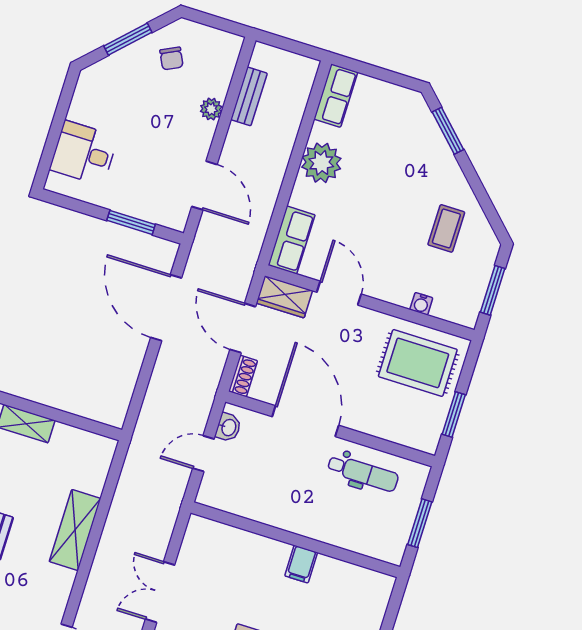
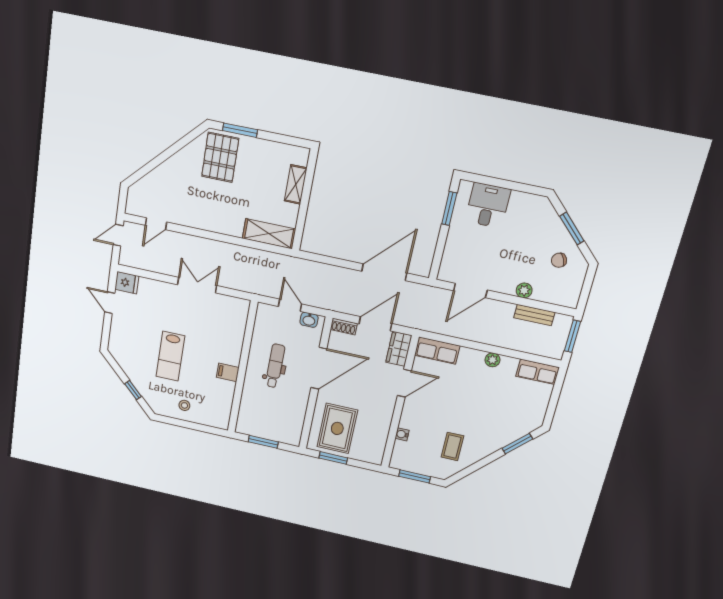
window: (285, 44) -> (572, 336), added
plant: (321, 163) -> (492, 360), width x0.53, depth x0.53
window: (131, 222) -> (449, 208), moved
coffee table: (446, 228) -> (452, 447), turned 90
rug: (418, 363) -> (337, 428), moved
dental chair: (363, 473) -> (275, 366), moved, turned 180
shelving: (75, 530) -> (269, 234), moved

